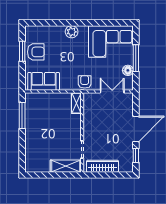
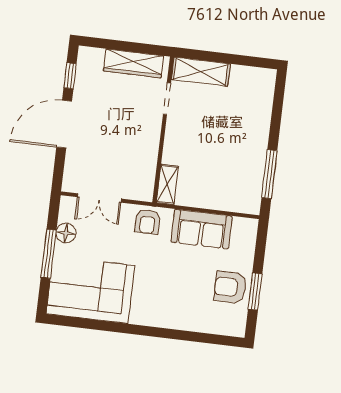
plant: (72, 32) -> (160, 316), removed
sofa: (44, 81) -> (201, 229), moved

